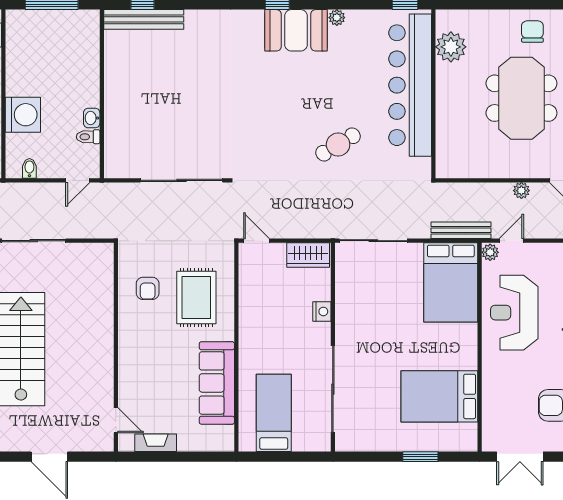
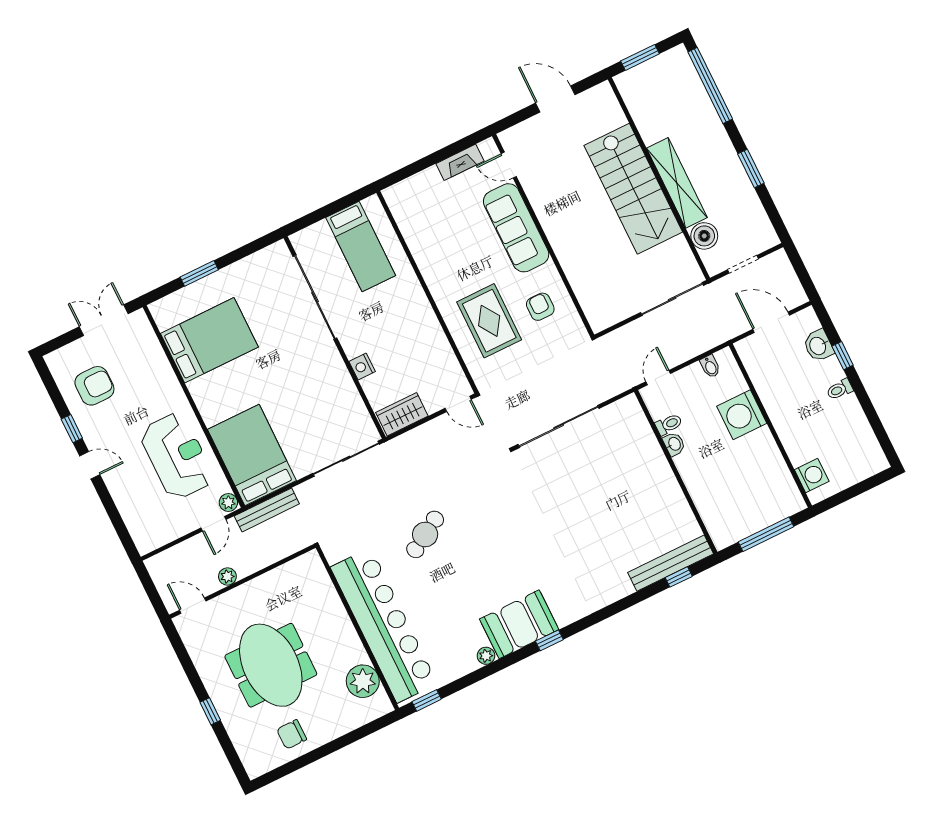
chair: (532, 32) -> (292, 734), turned 90
sofa: (217, 383) -> (516, 228), moved, turned 180

